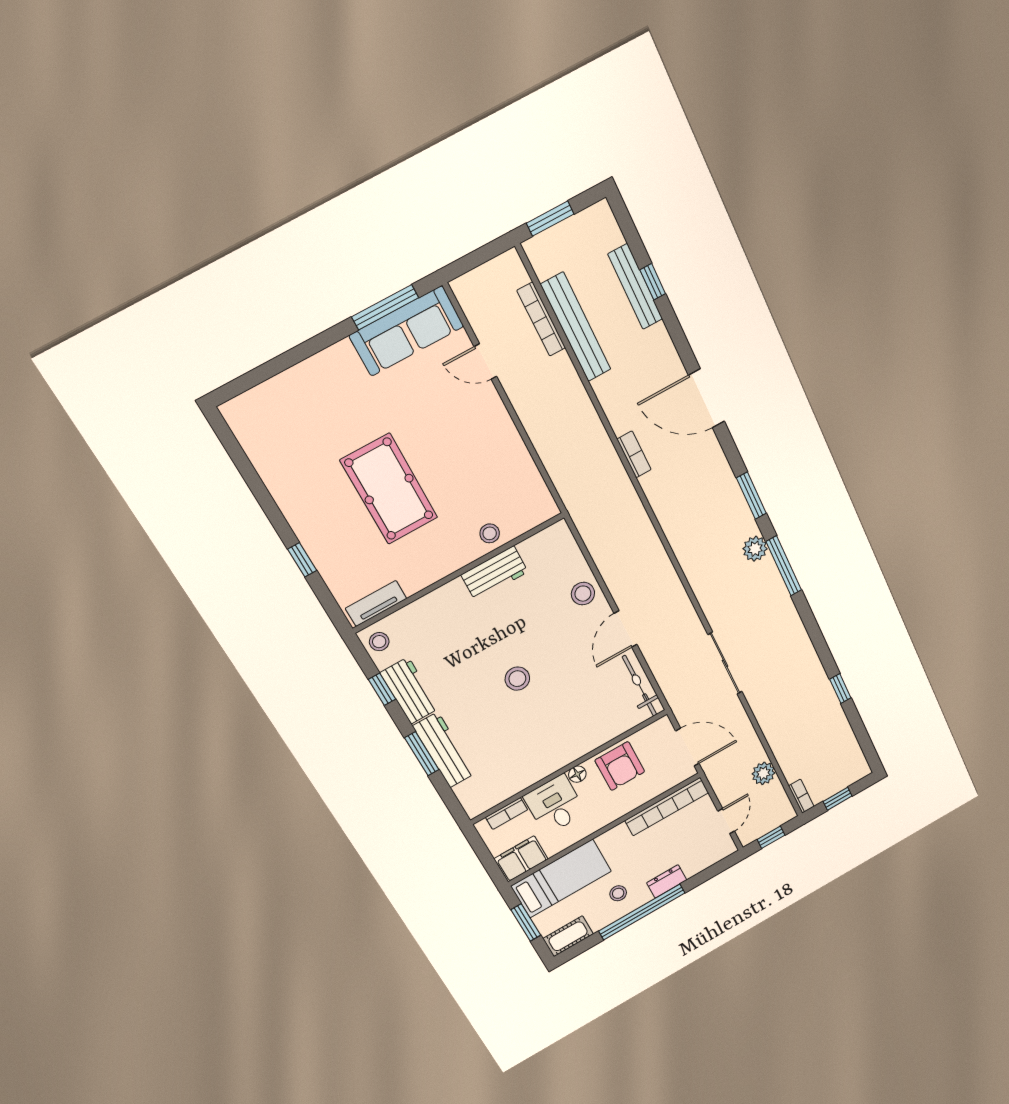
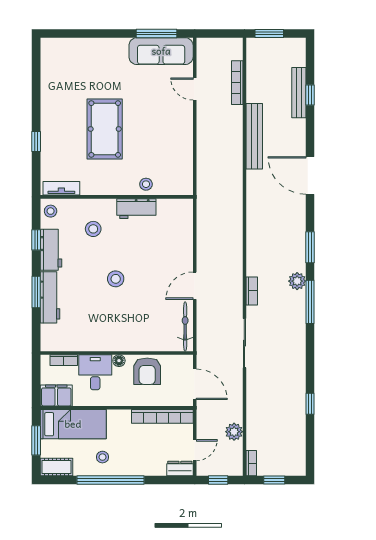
bench: (576, 327) -> (254, 136), moved
bookcase: (634, 454) -> (252, 291), moved
stool: (583, 594) -> (93, 229), moved
dresser: (667, 881) -> (180, 468), moved

